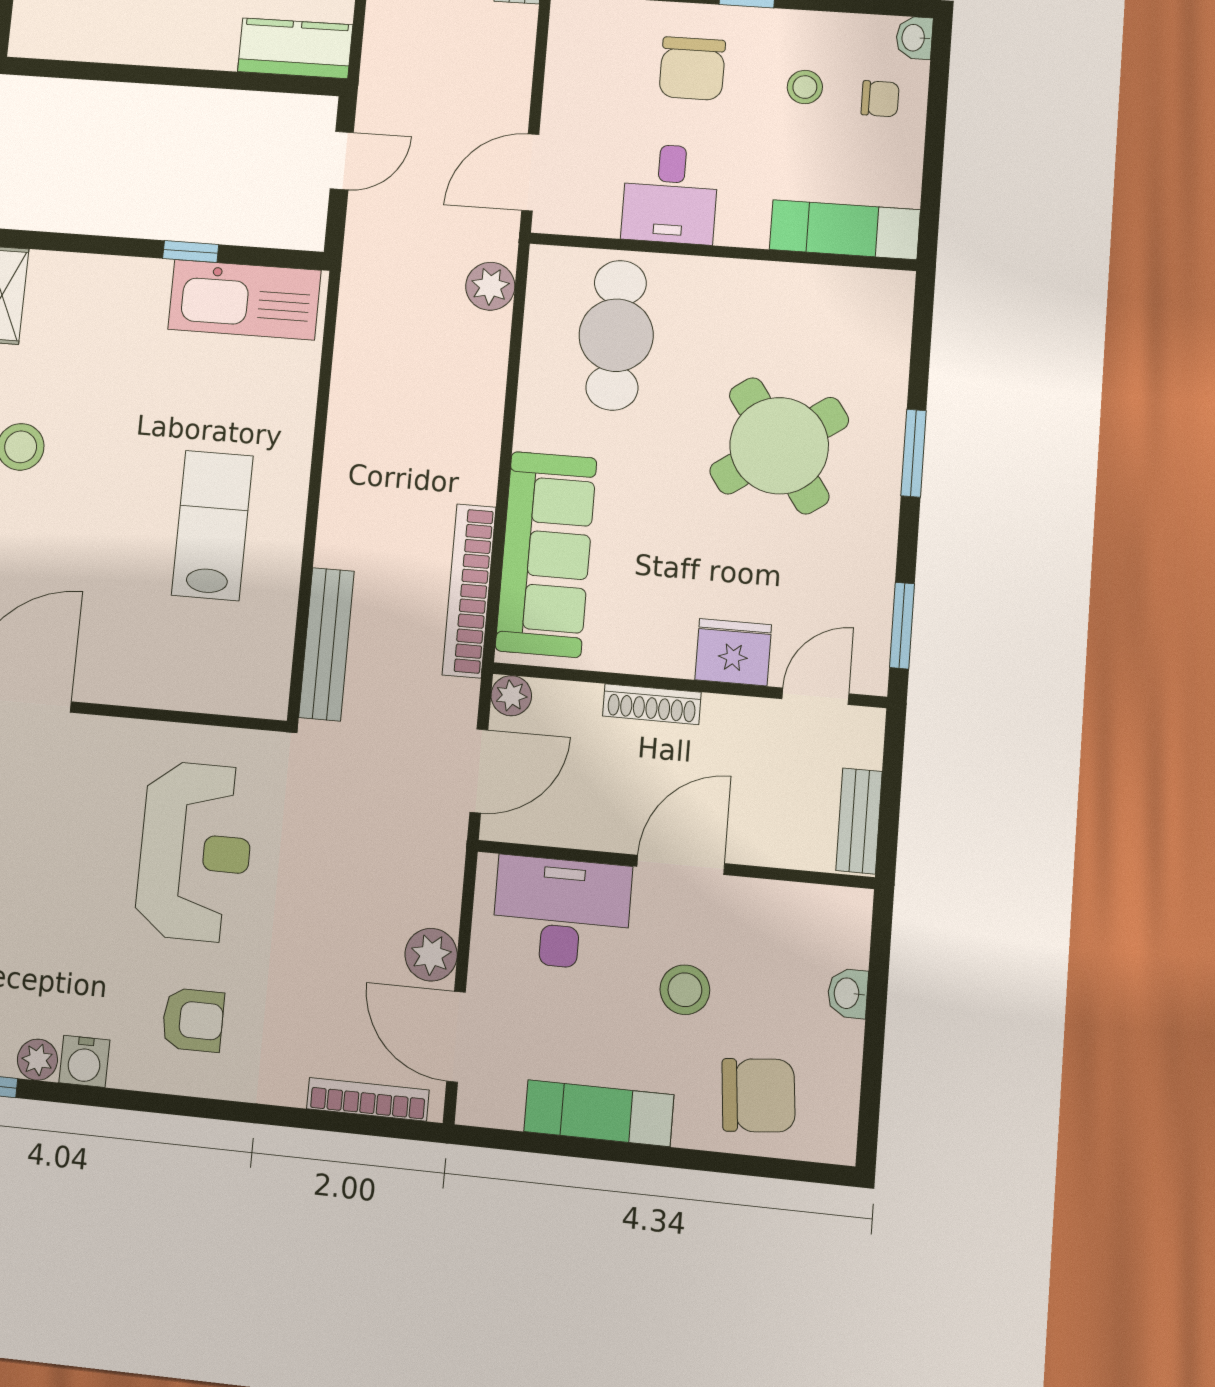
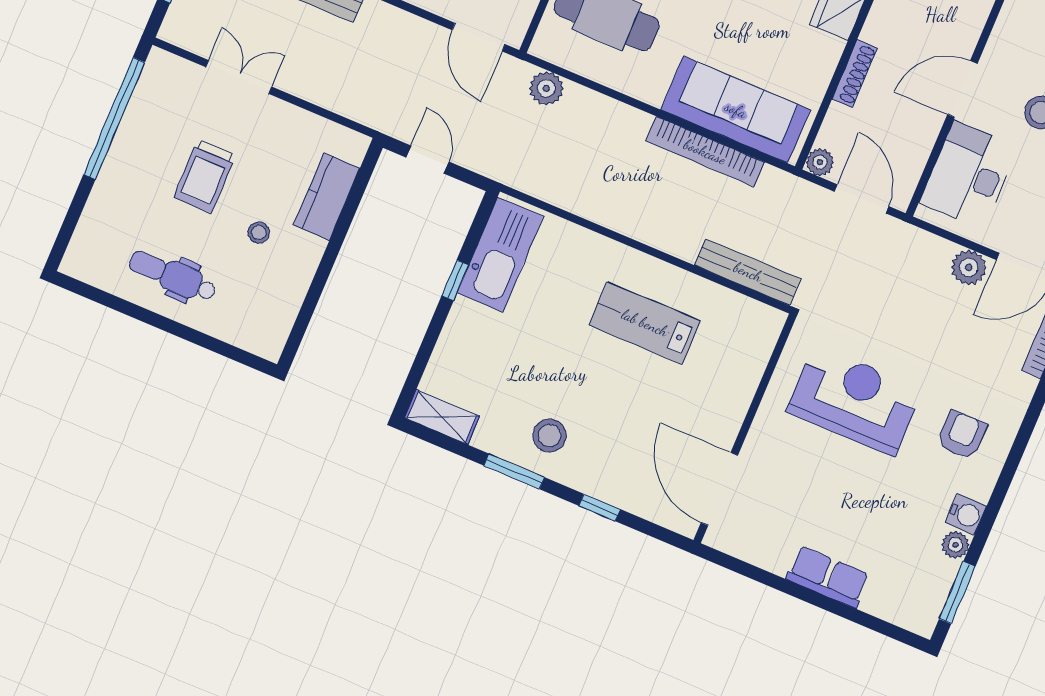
kitchen counter: (295, 48) -> (327, 197), moved
bookcase: (469, 591) -> (705, 152), moved
door: (681, 865) -> (962, 89), hinge flipped

